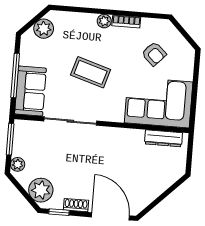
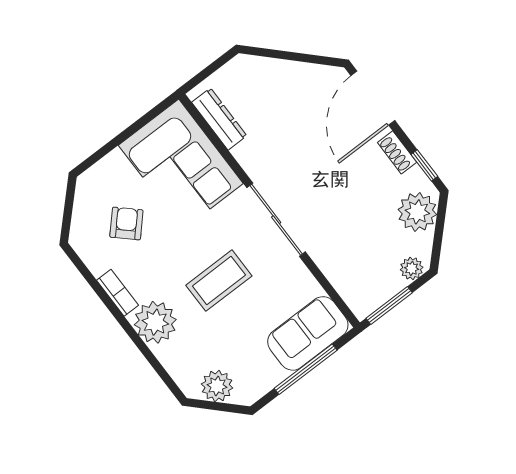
plant: (104, 21) -> (155, 322), width x1.87, depth x1.87
coffee table: (91, 72) -> (219, 281), turned 73
sliding door: (70, 121) -> (276, 220), moved

